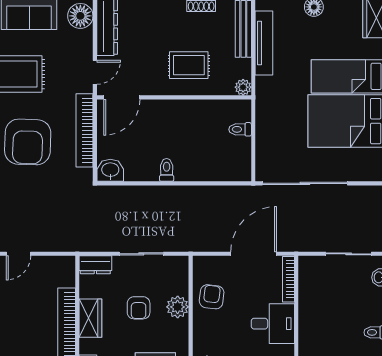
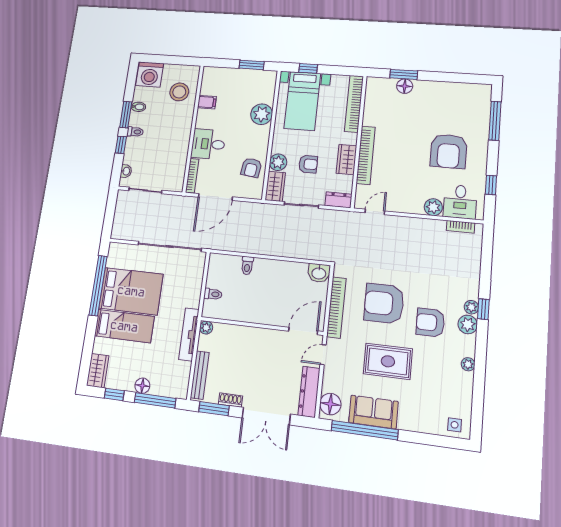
tv unit: (264, 43) -> (189, 334), moved
rug: (189, 65) -> (246, 351), removed
armchair: (28, 142) -> (384, 303), turned -92
toilet: (167, 170) -> (247, 265), moved
door: (18, 254) -> (375, 212), moved
wardrobe: (178, 275) -> (275, 186), added
armchair: (139, 308) -> (308, 164), turned 90

